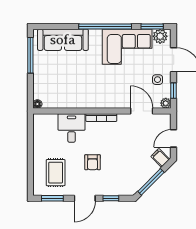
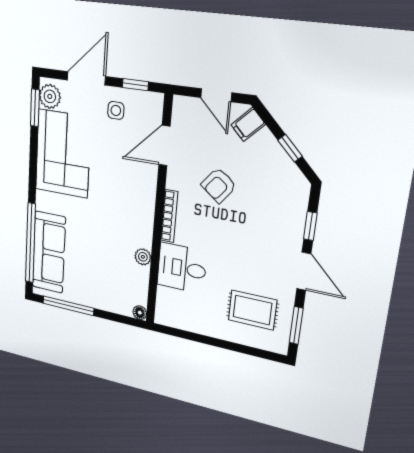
window: (105, 26) -> (31, 243), moved
plant: (166, 103) -> (143, 257), moved
armchair: (93, 162) -> (219, 185), moved, turned 128
window: (151, 182) -> (290, 148), width x0.46

